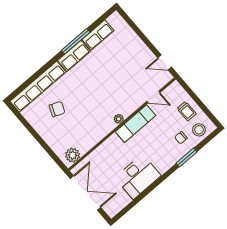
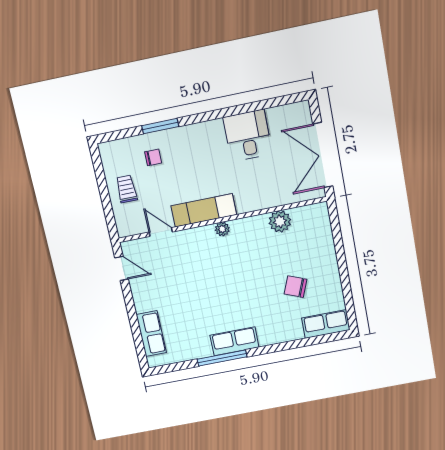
row of seats: (98, 35) -> (151, 334), moved, turned 90
row of seats: (38, 87) -> (326, 324), width x0.50
stool: (199, 130) -> (123, 154), removed
plant: (73, 155) -> (280, 221), moved
desk: (138, 177) -> (248, 135), width x0.73

